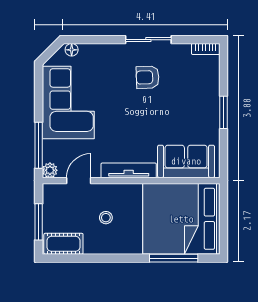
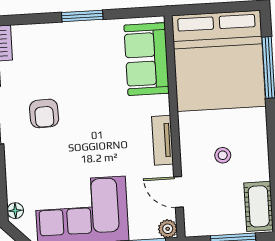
tv unit: (129, 170) -> (163, 140), width x0.71

